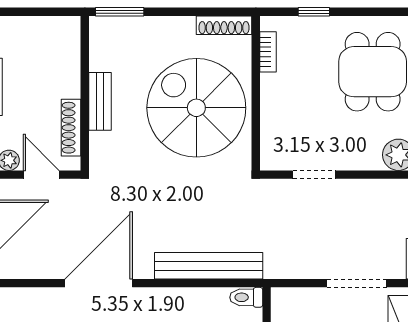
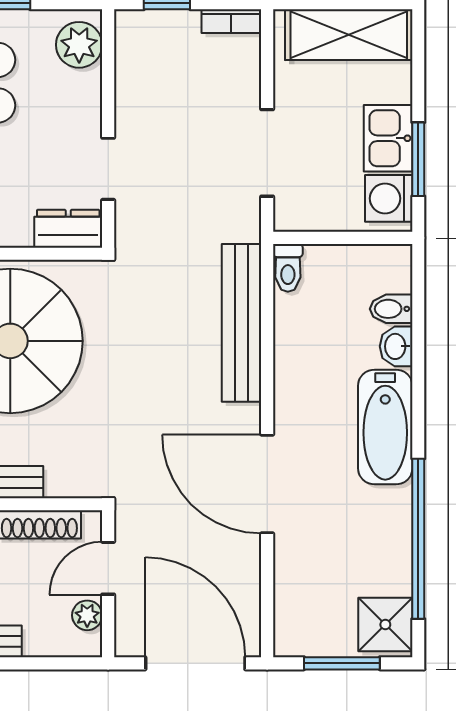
dresser: (273, 147) -> (68, 229), added
doorway: (357, 283) -> (267, 153), moved

